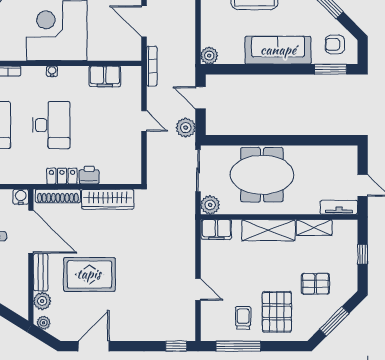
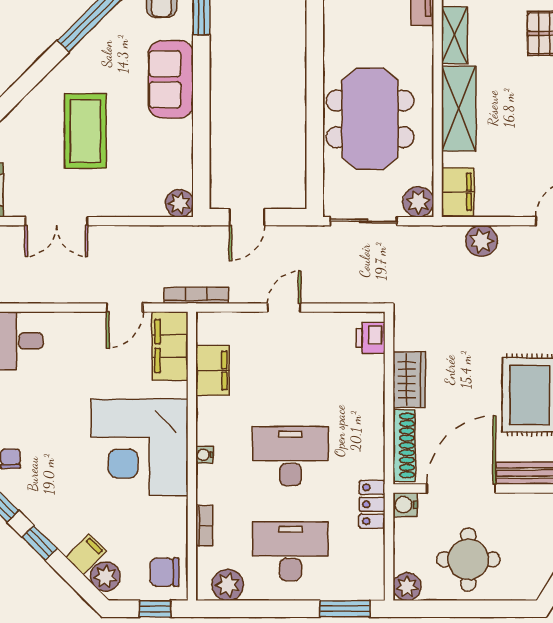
door: (144, 21) -> (125, 308), width x0.73
filing cabinet: (120, 50) -> (170, 346), added
sofa: (278, 50) -> (171, 79), width x0.73
plant: (186, 128) -> (481, 241), moved
printer: (89, 175) -> (371, 338), moved
locker: (62, 176) -> (372, 504), moved
wardrobe: (108, 199) -> (409, 380), width x0.67

